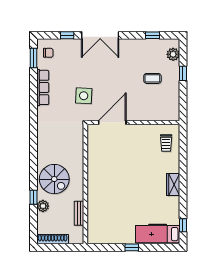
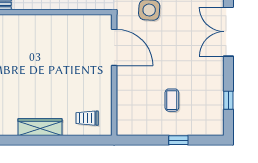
plant: (173, 54) -> (203, 127), removed
wardrobe: (173, 184) -> (40, 127), width x1.50

